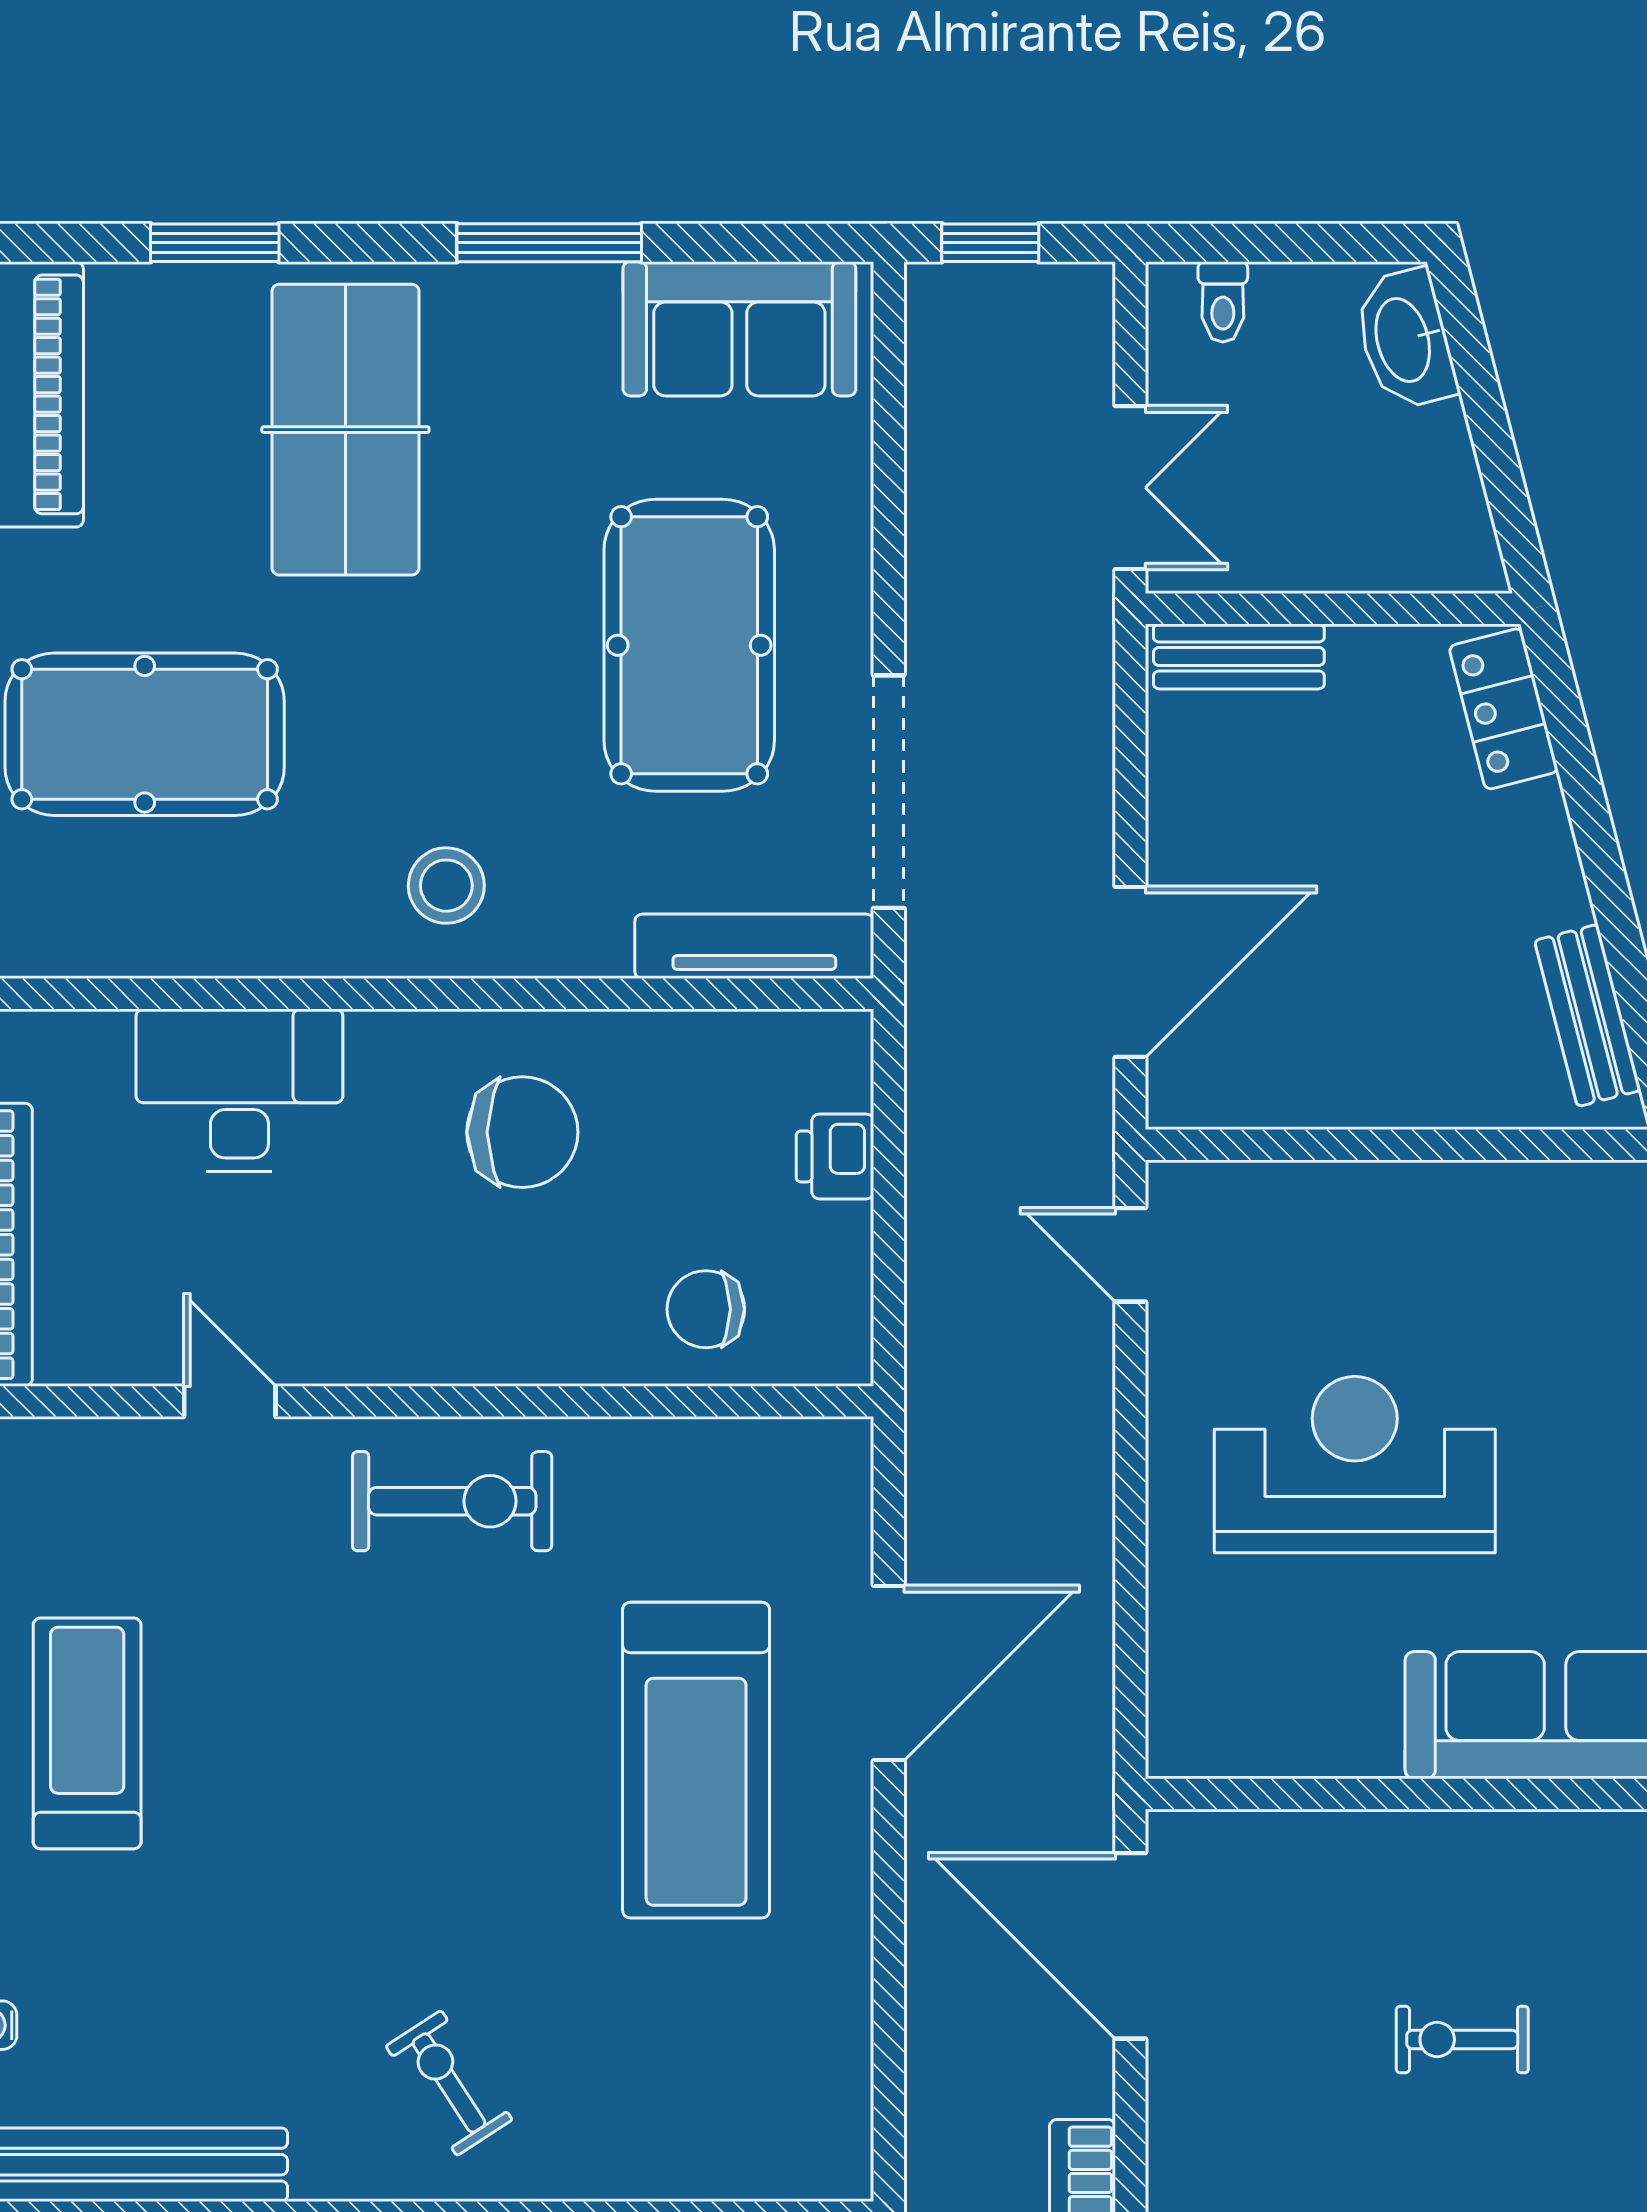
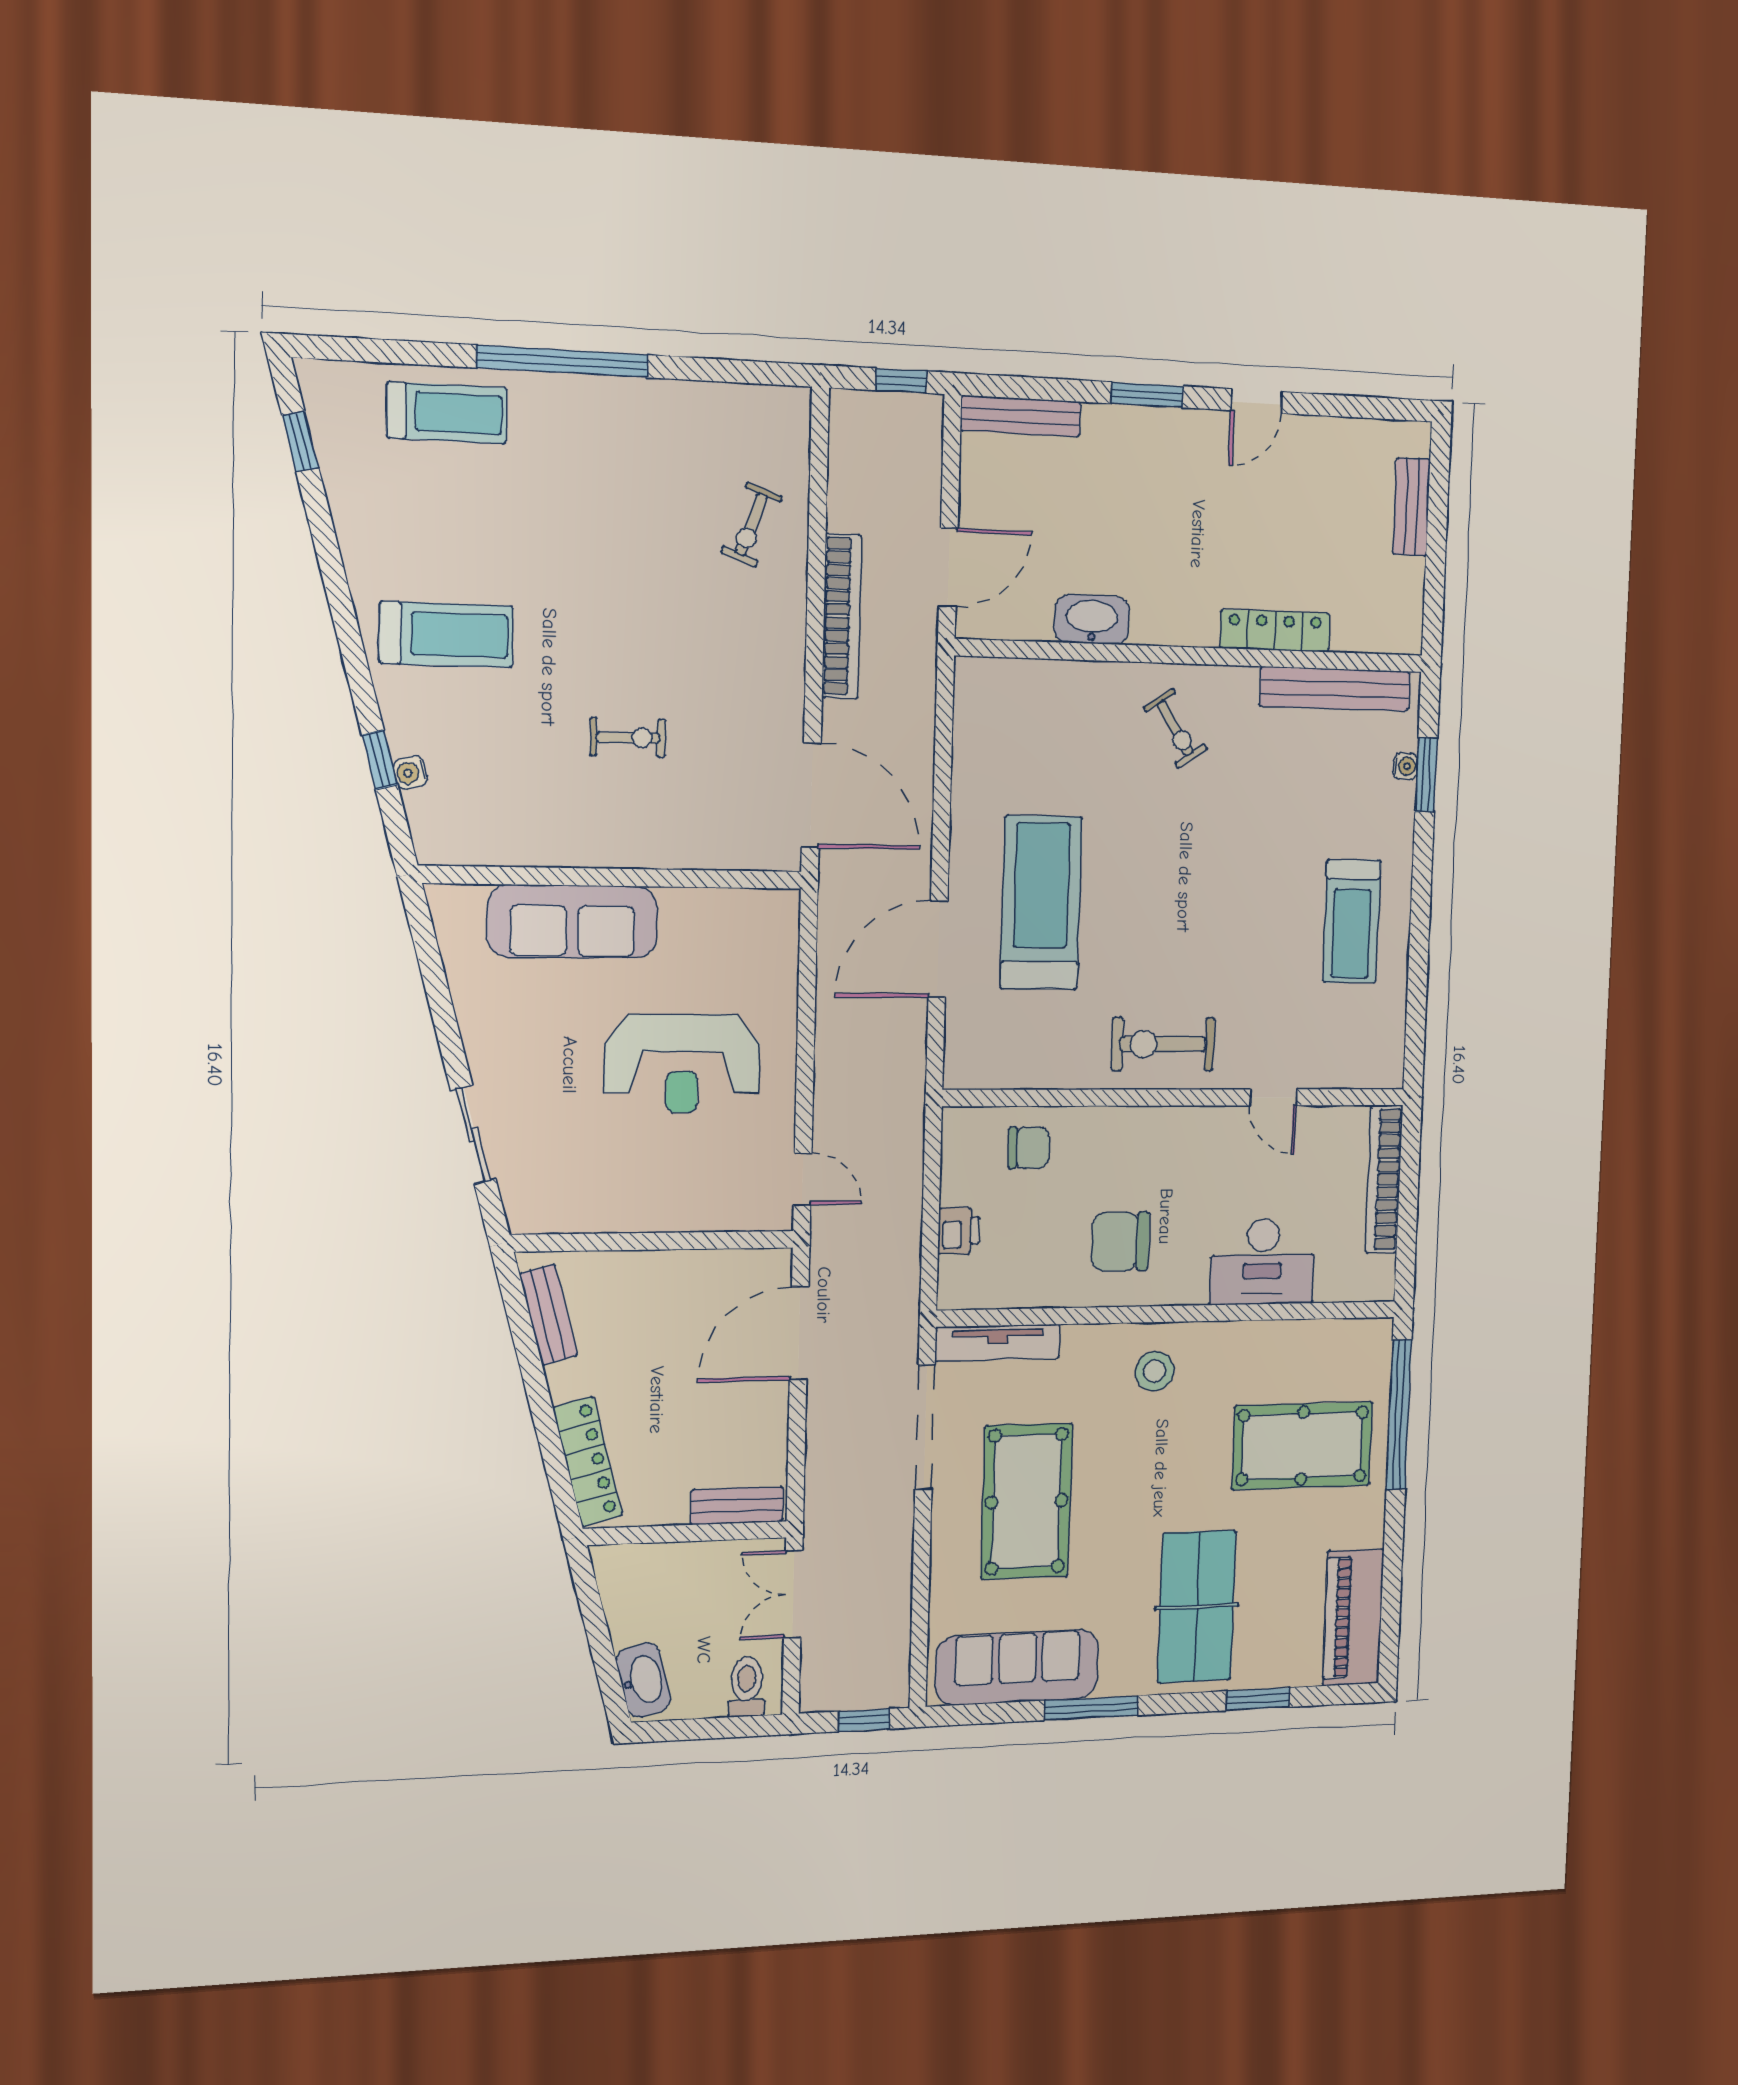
toilet: (1223, 302) -> (747, 1687), width x1.37, depth x1.39
sofa: (739, 329) -> (1017, 1667), width x1.36
locker: (1504, 709) -> (588, 1462), width x1.53

